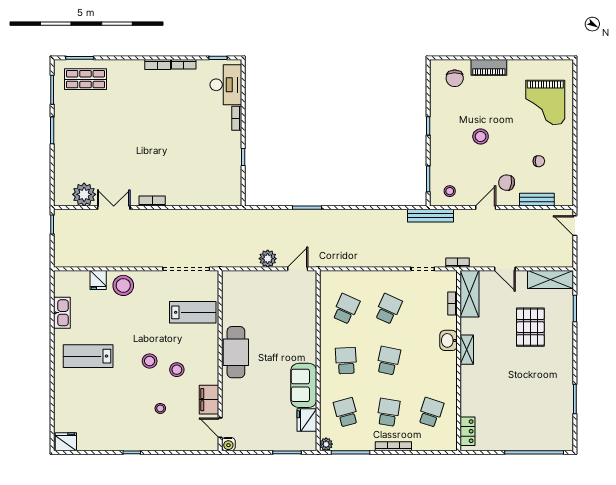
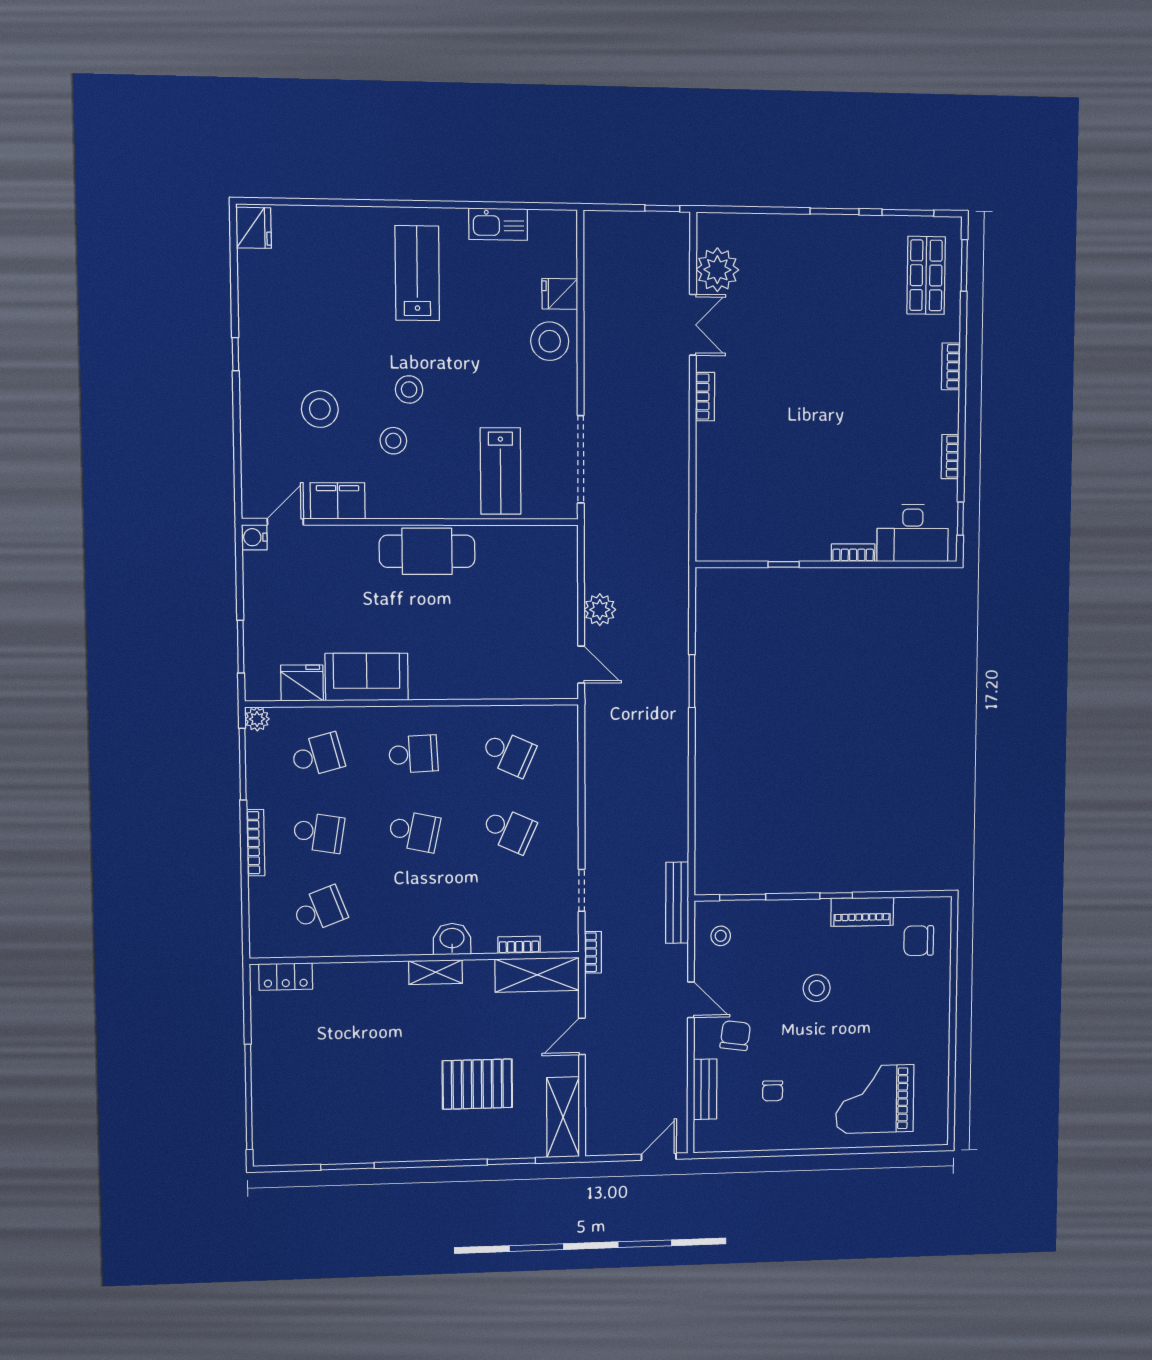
bookcase: (158, 65) -> (951, 366), moved
piano: (489, 67) -> (862, 912), moved, turned -90
stool: (160, 408) -> (320, 409), width x1.89, depth x1.89
school desk: (431, 412) -> (320, 909), turned -39

